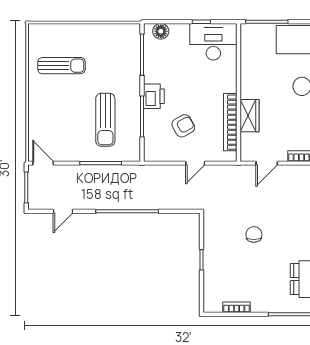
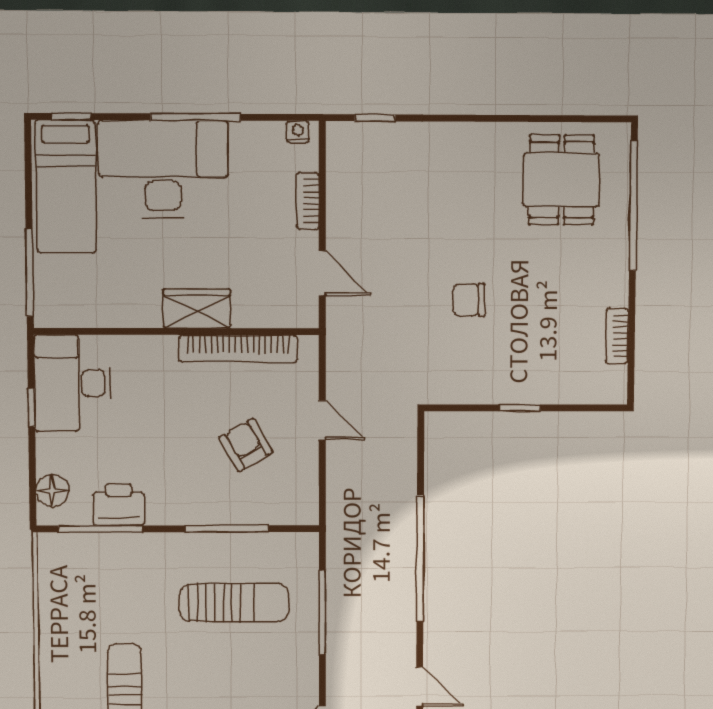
printer: (154, 96) -> (119, 505), moved
wardrobe: (249, 116) -> (197, 309), moved

